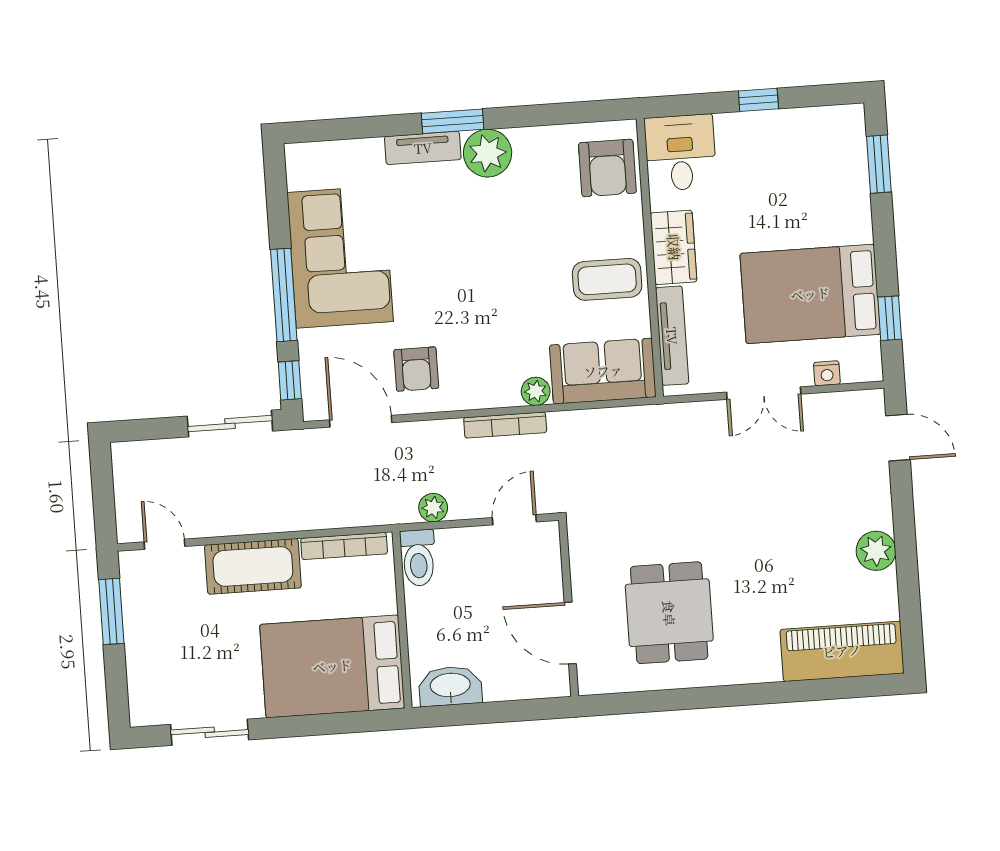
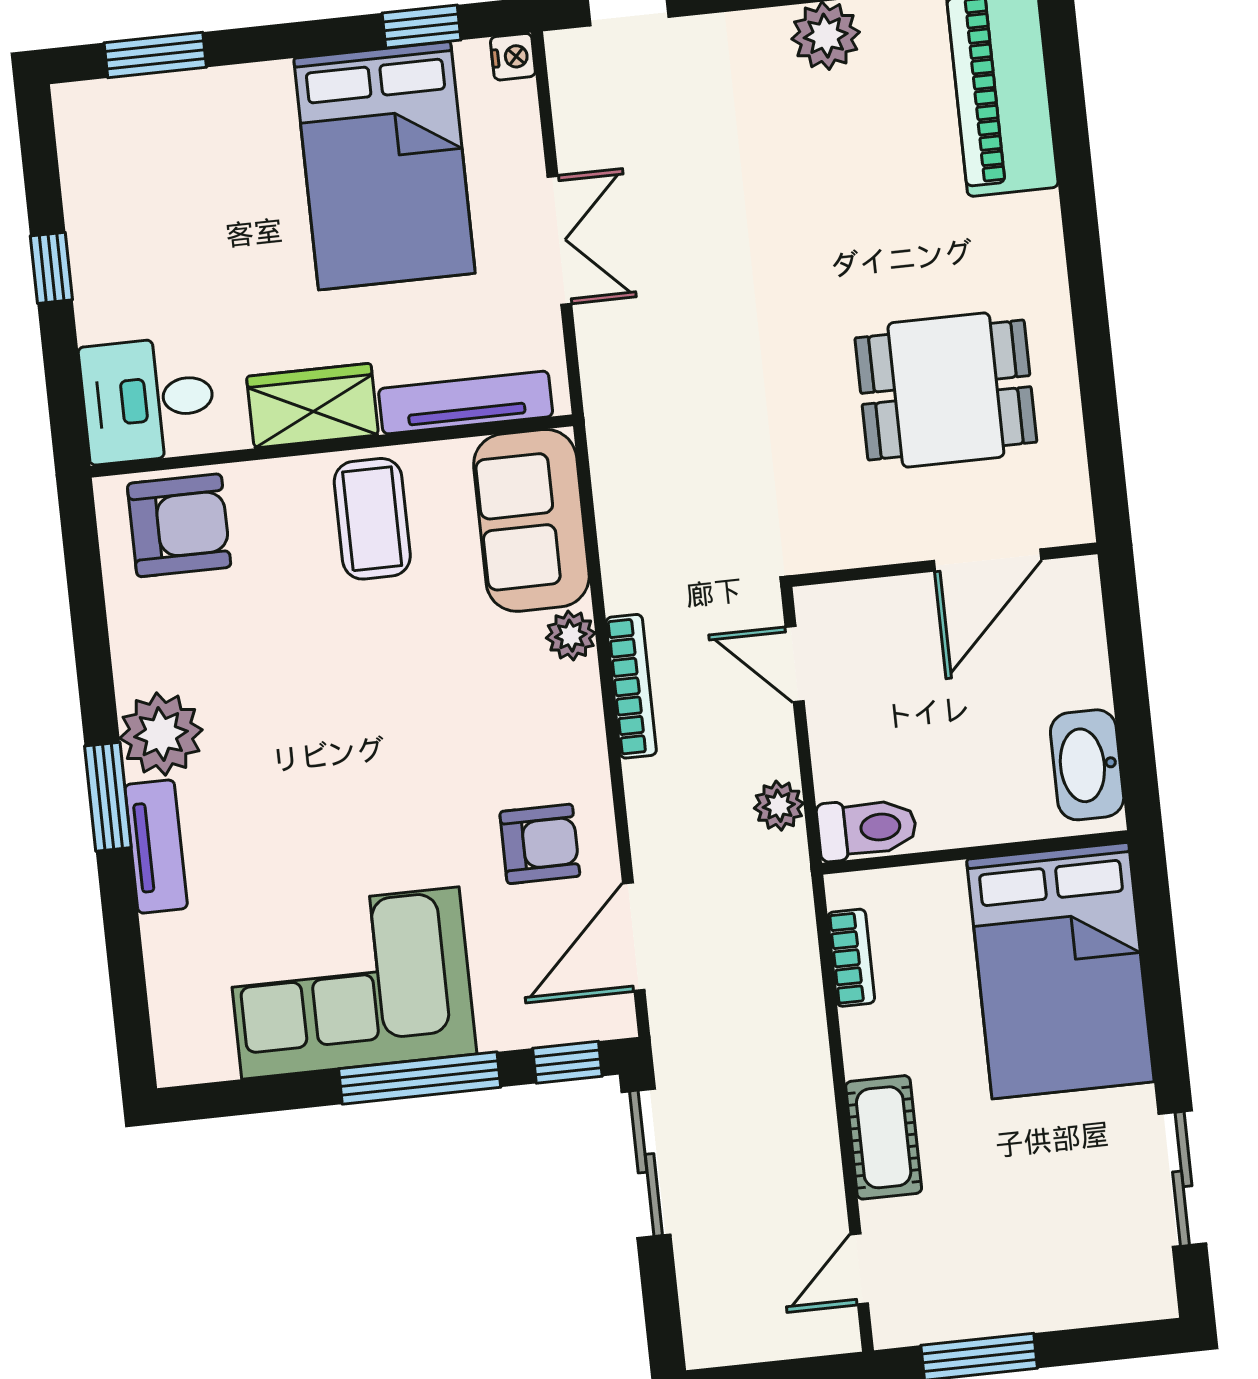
nightstand: (827, 373) -> (513, 57), moved
bookcase: (344, 546) -> (851, 958), width x0.64
cot: (253, 566) -> (884, 1137), width x0.73, depth x0.75

